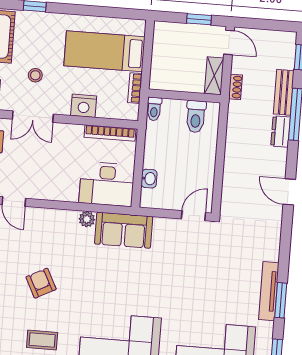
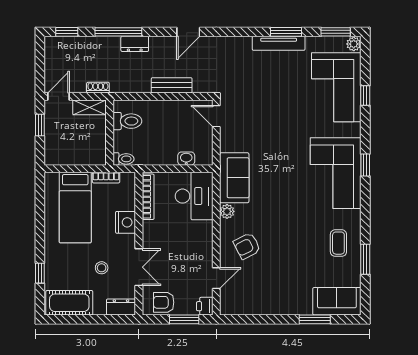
bench: (284, 92) -> (172, 85), moved
armchair: (41, 283) -> (247, 246), moved

